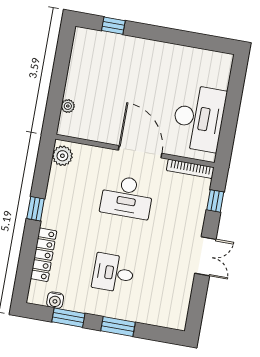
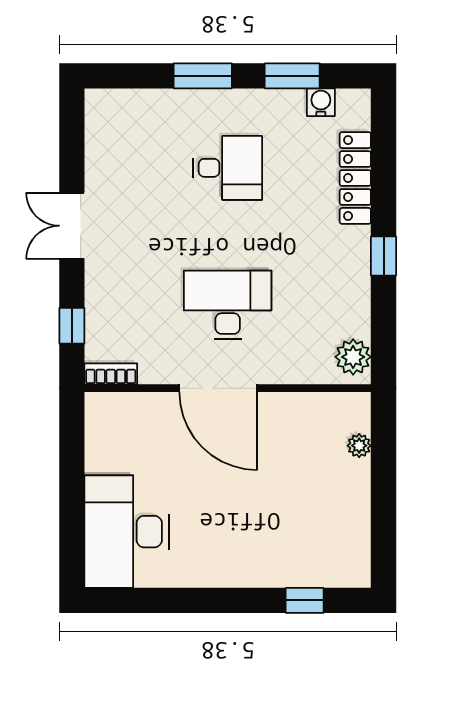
desk: (199, 118) -> (126, 532), moved
bookcase: (190, 169) -> (111, 374), width x0.64

